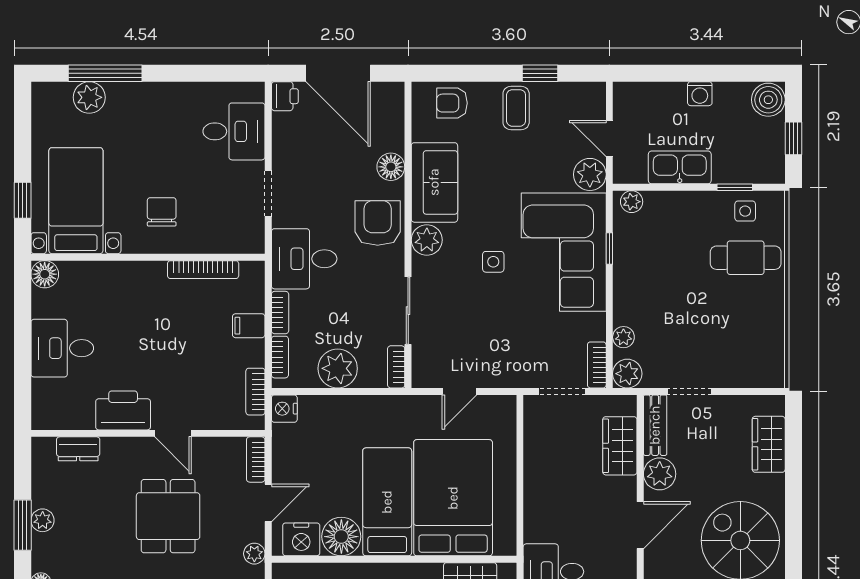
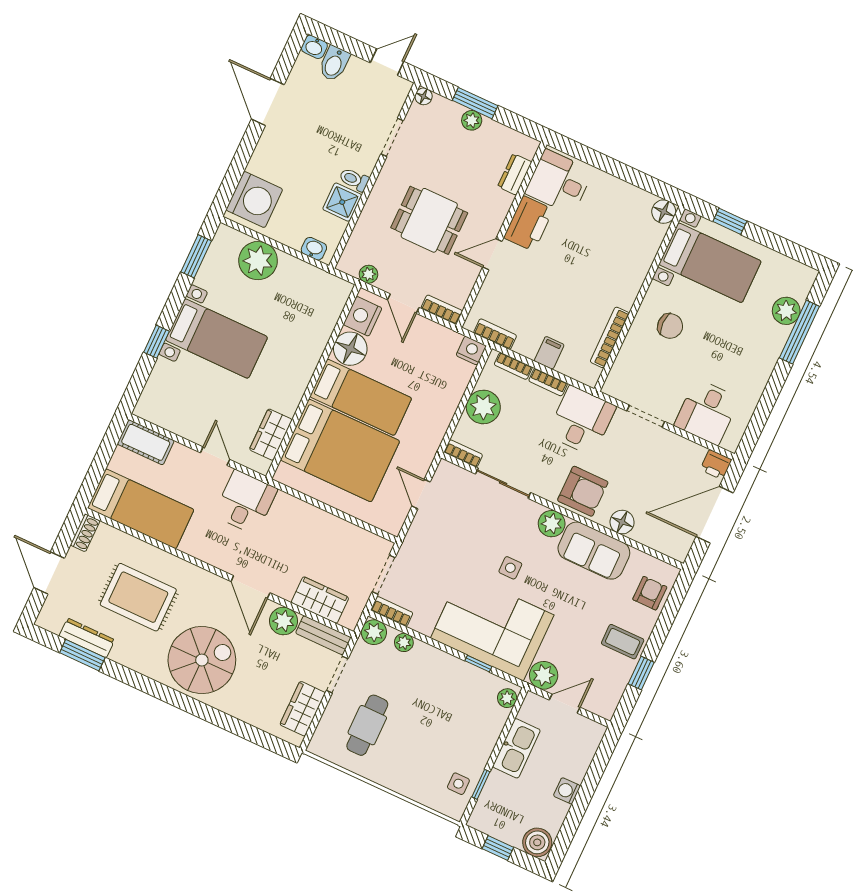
cafe table: (746, 258) -> (367, 725), moved
desk: (62, 348) -> (559, 182), moved, turned -90
wardrobe: (769, 444) -> (303, 709), moved, turned -90

